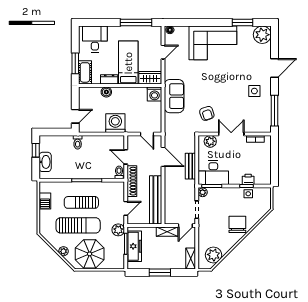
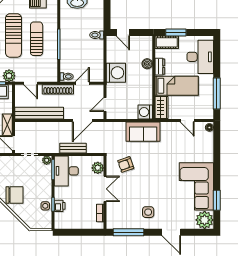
desk: (95, 39) -> (200, 57), width x1.37
corner sofa: (213, 43) -> (196, 186), moved

